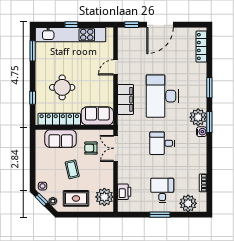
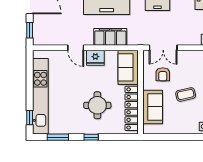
window: (71, 25) -> (30, 118), moved
fridge: (106, 86) -> (95, 58), added
window: (33, 98) -> (91, 137), moved

